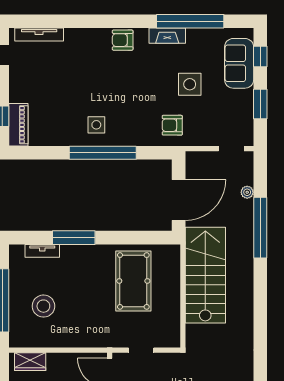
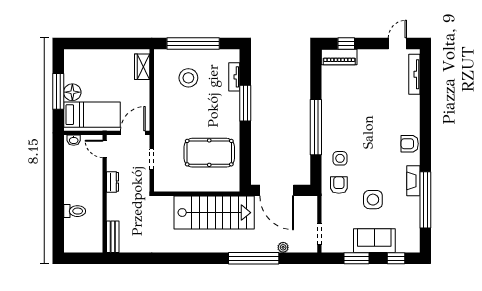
armchair: (123, 40) -> (410, 144), turned -90
sofa: (239, 63) -> (374, 241), moved
side table: (96, 125) -> (340, 158), moved

